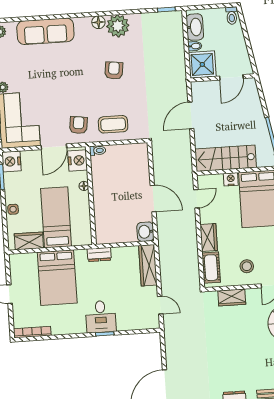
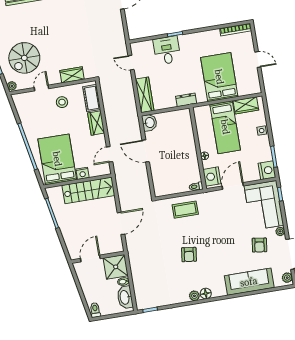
plant: (118, 26) -> (194, 296), width x0.53, depth x0.53
armchair: (78, 125) -> (259, 245), moved
desk: (101, 317) -> (167, 50), moved

